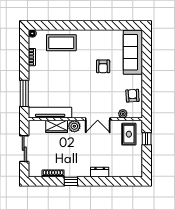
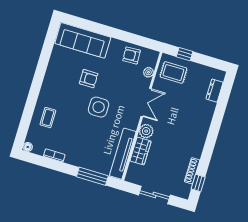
coffee table: (61, 43) -> (48, 118), width x0.54, depth x0.58
side table: (82, 81) -> (99, 107), added
dresser: (100, 172) -> (215, 91), moved
window: (71, 181) -> (198, 183), moved

